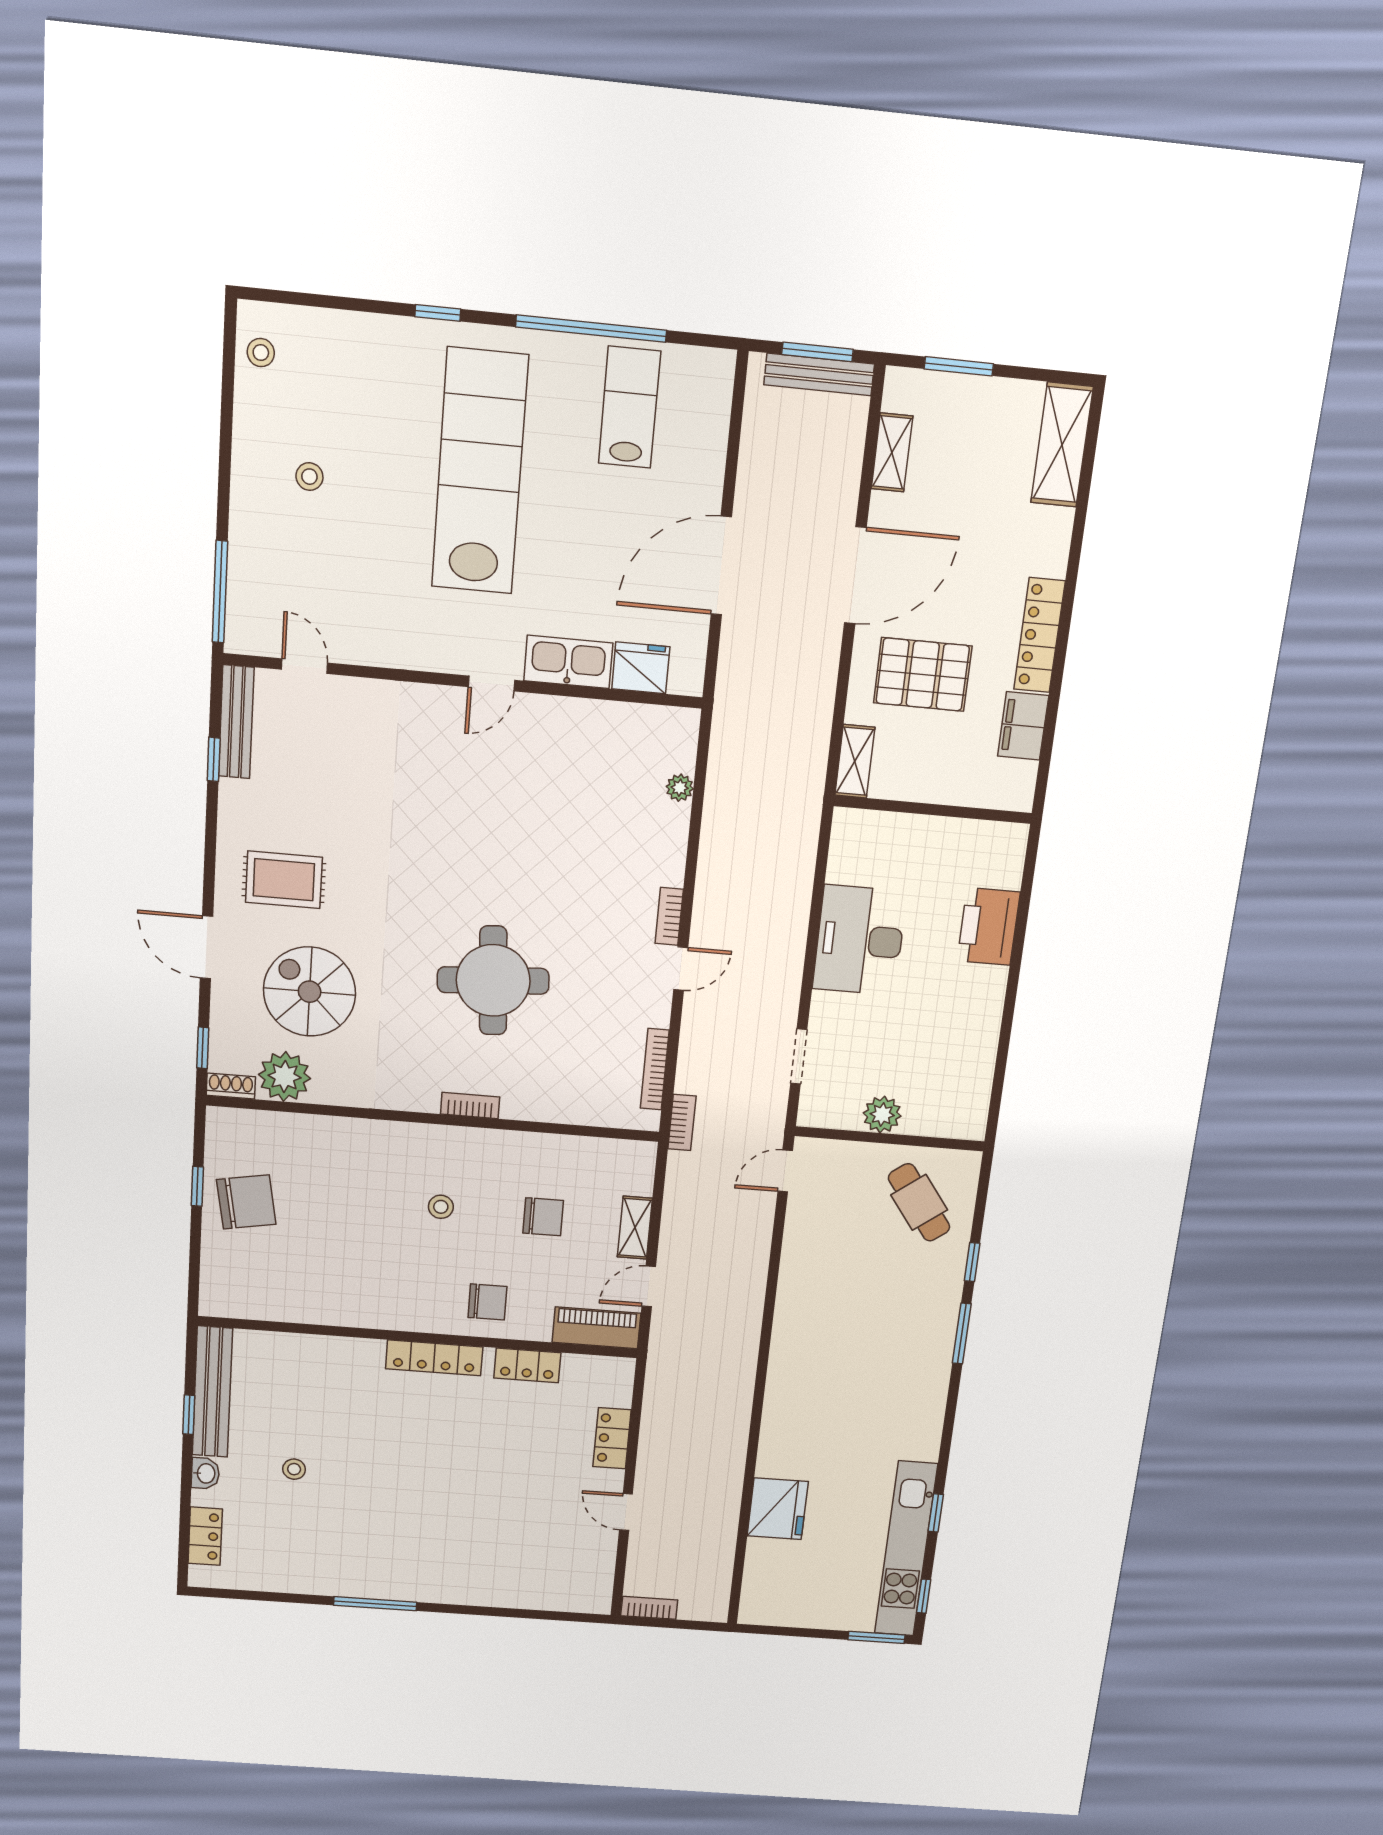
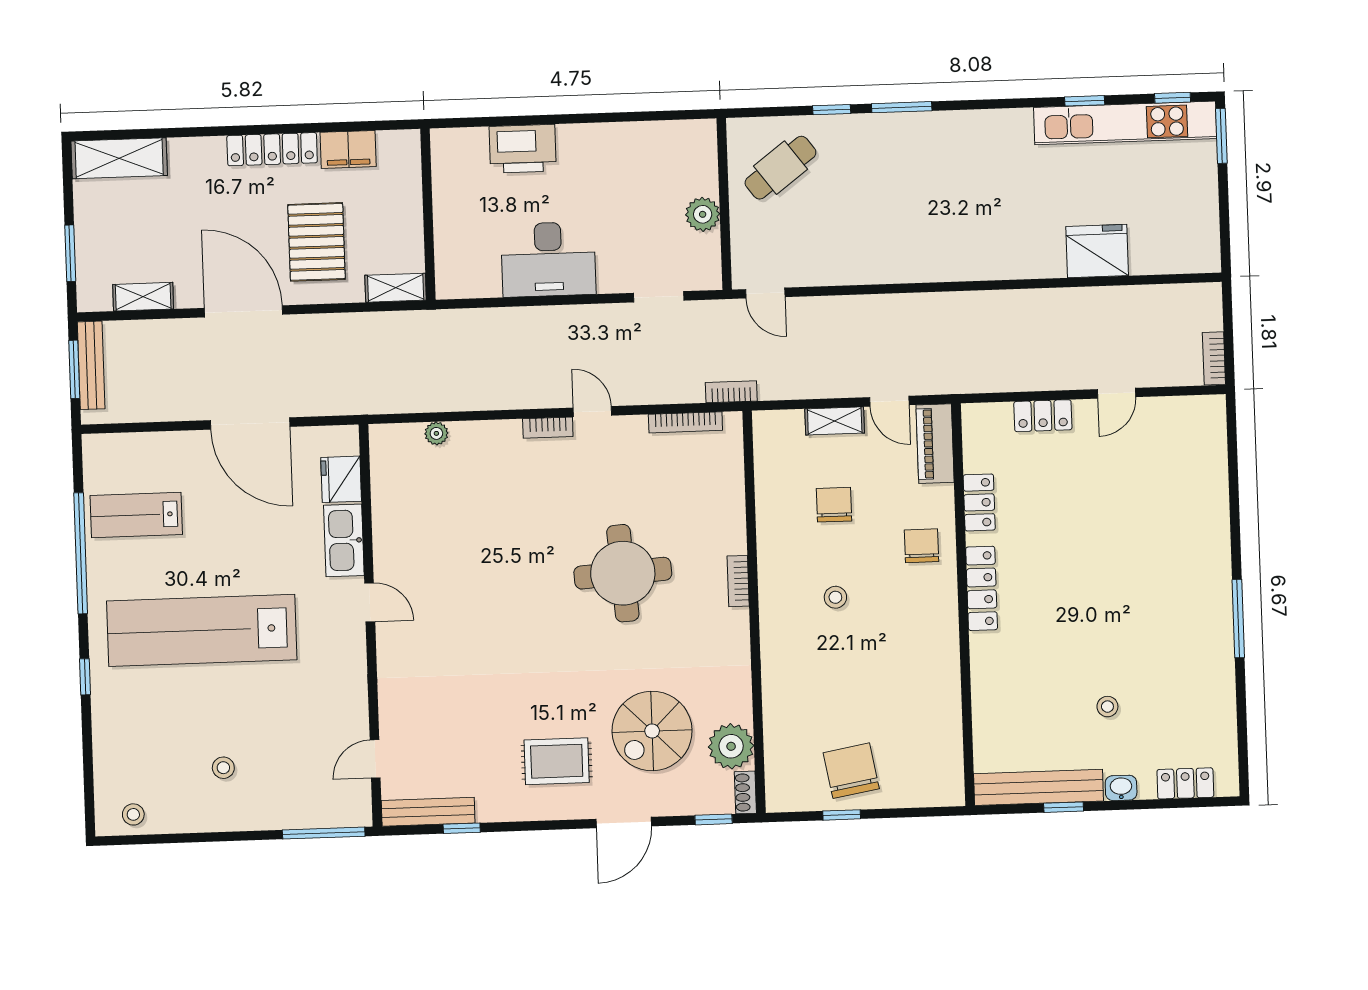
rug: (284, 880) -> (557, 761), turned 90

